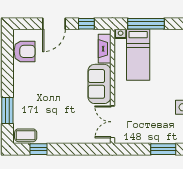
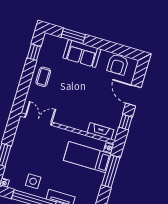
sofa: (99, 84) -> (82, 54), moved, turned 180
coffee table: (26, 135) -> (43, 77), moved

